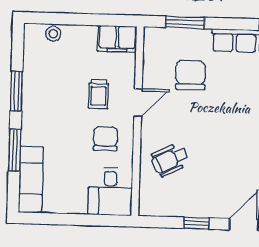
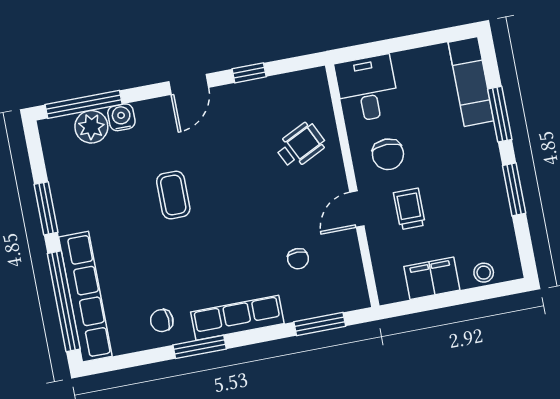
filing cabinet: (117, 39) -> (432, 278), moved
chair: (191, 75) -> (298, 259), width x0.54, depth x0.54

